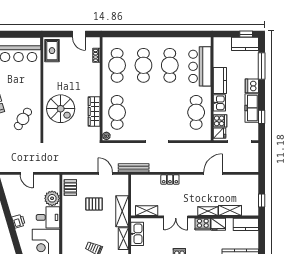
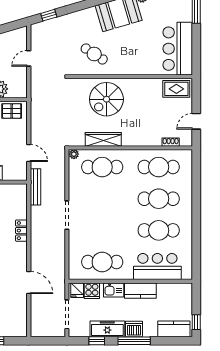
kitchen counter: (245, 44) -> (174, 329), moved, turned 90
window: (262, 66) -> (134, 341), moved
door: (105, 173) -> (29, 153), hinge flipped

